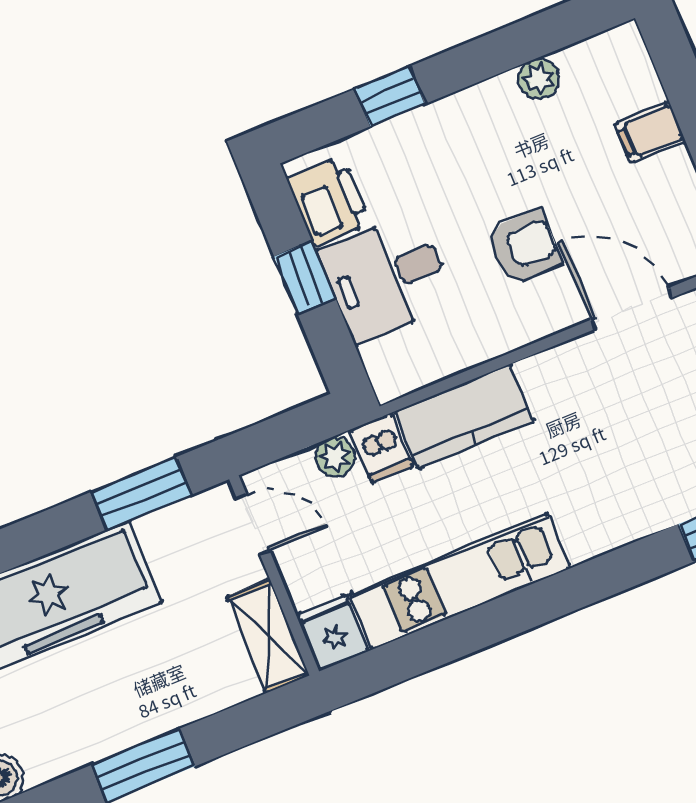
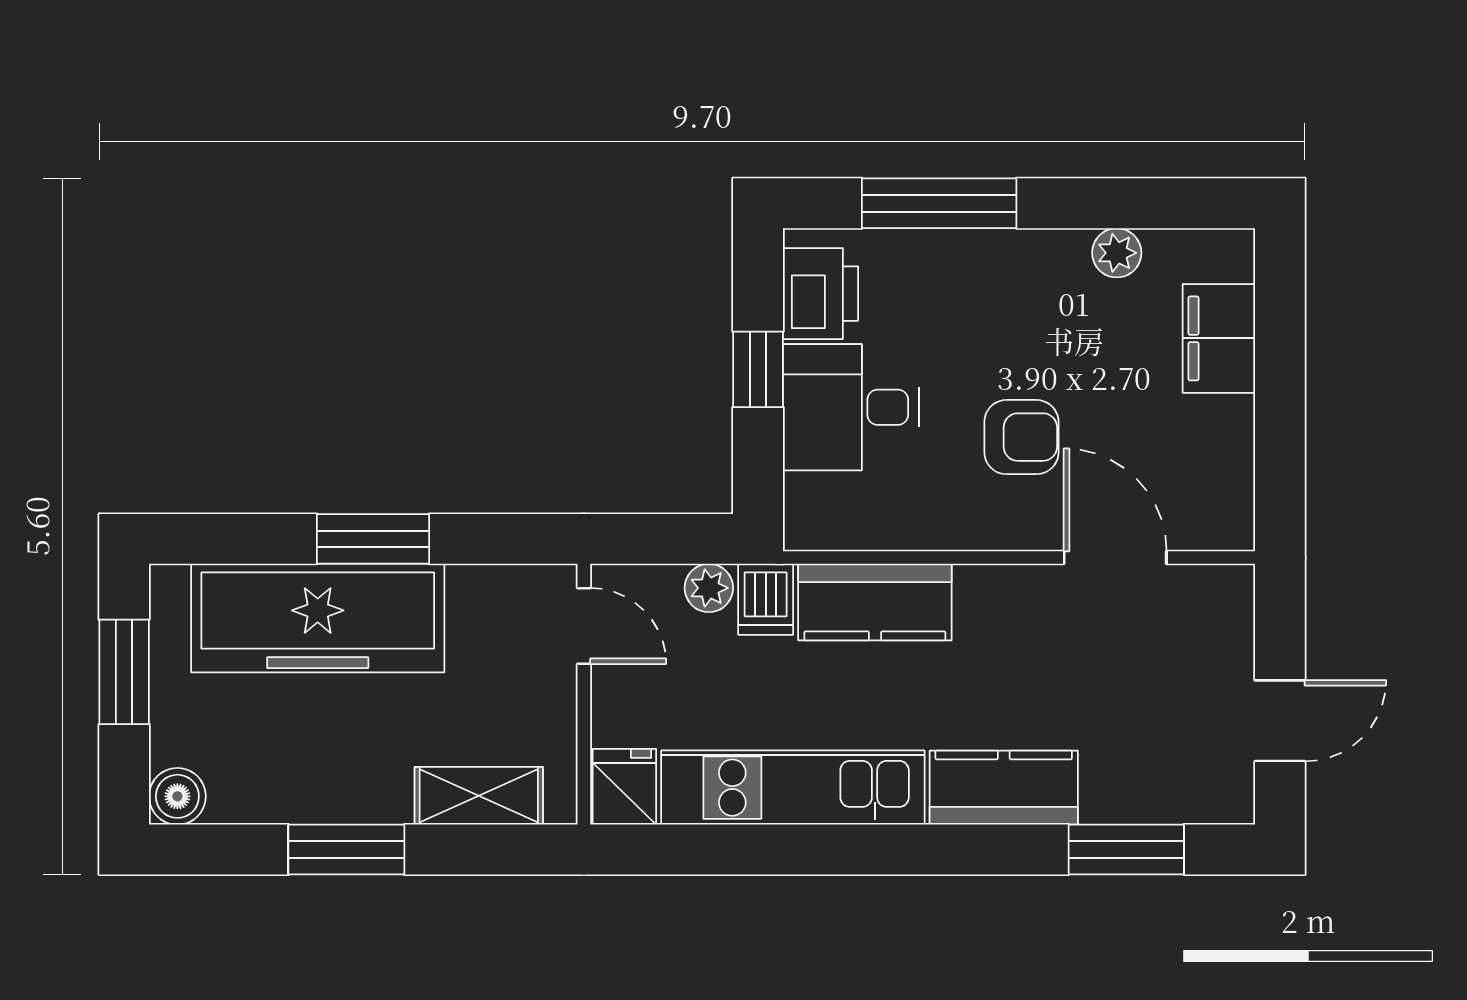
window: (390, 96) -> (939, 203), width x2.17
filing cabinet: (650, 132) -> (1219, 338), width x2.00
window: (141, 493) -> (373, 539), moved
kitchen counter: (619, 516) -> (1004, 788), added
shelving: (268, 636) -> (479, 796), moved, turned 90

